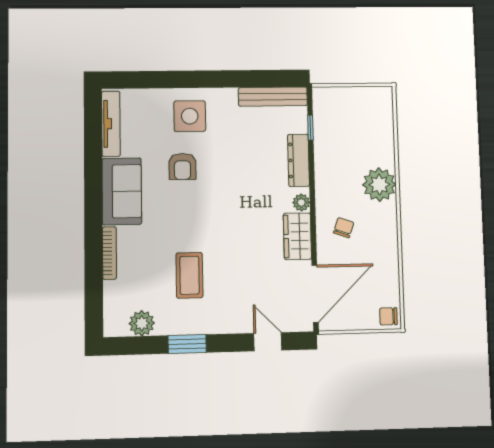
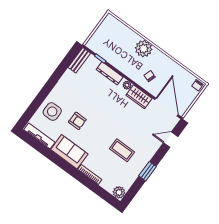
bench: (273, 97) -> (79, 60), width x0.73
side table: (190, 116) -> (52, 112), moved
plant: (142, 323) -> (119, 192), moved

